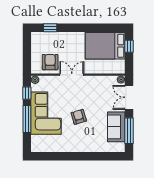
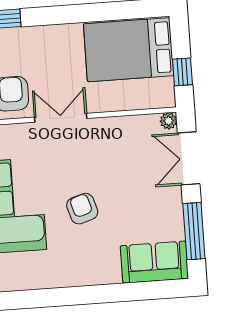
window: (129, 46) -> (183, 72), moved
sofa: (116, 127) -> (154, 262), moved, turned 90

